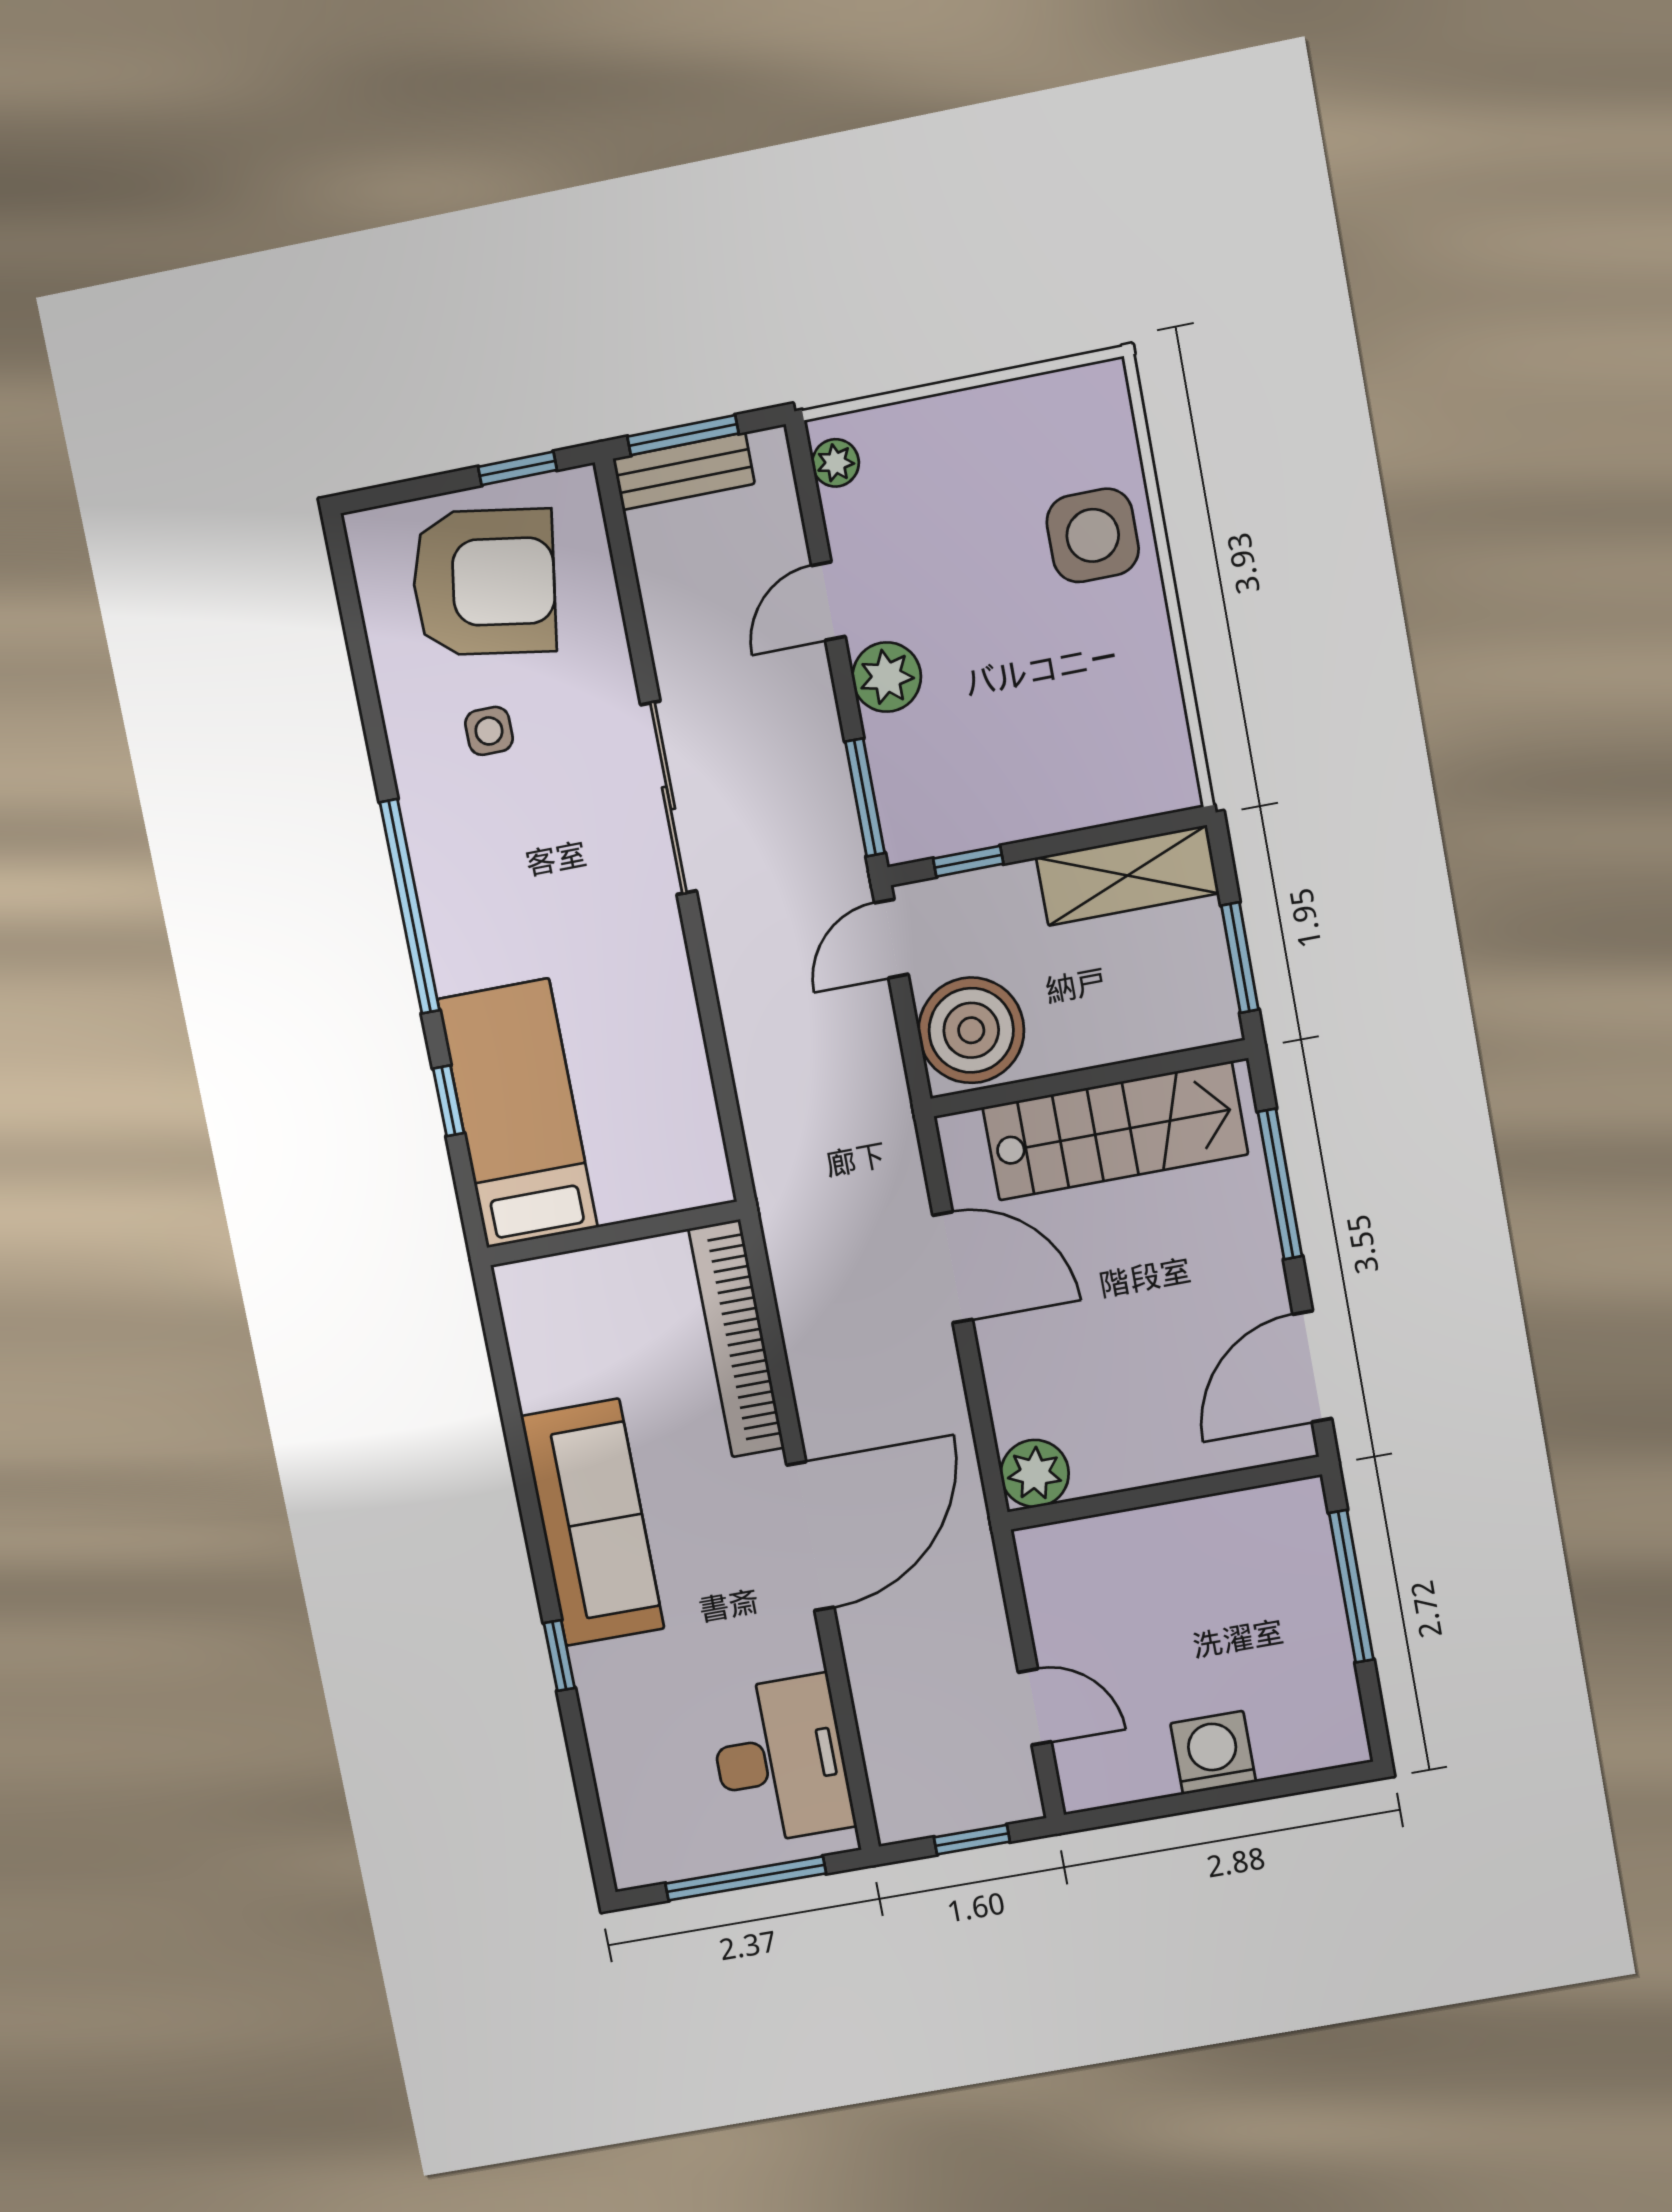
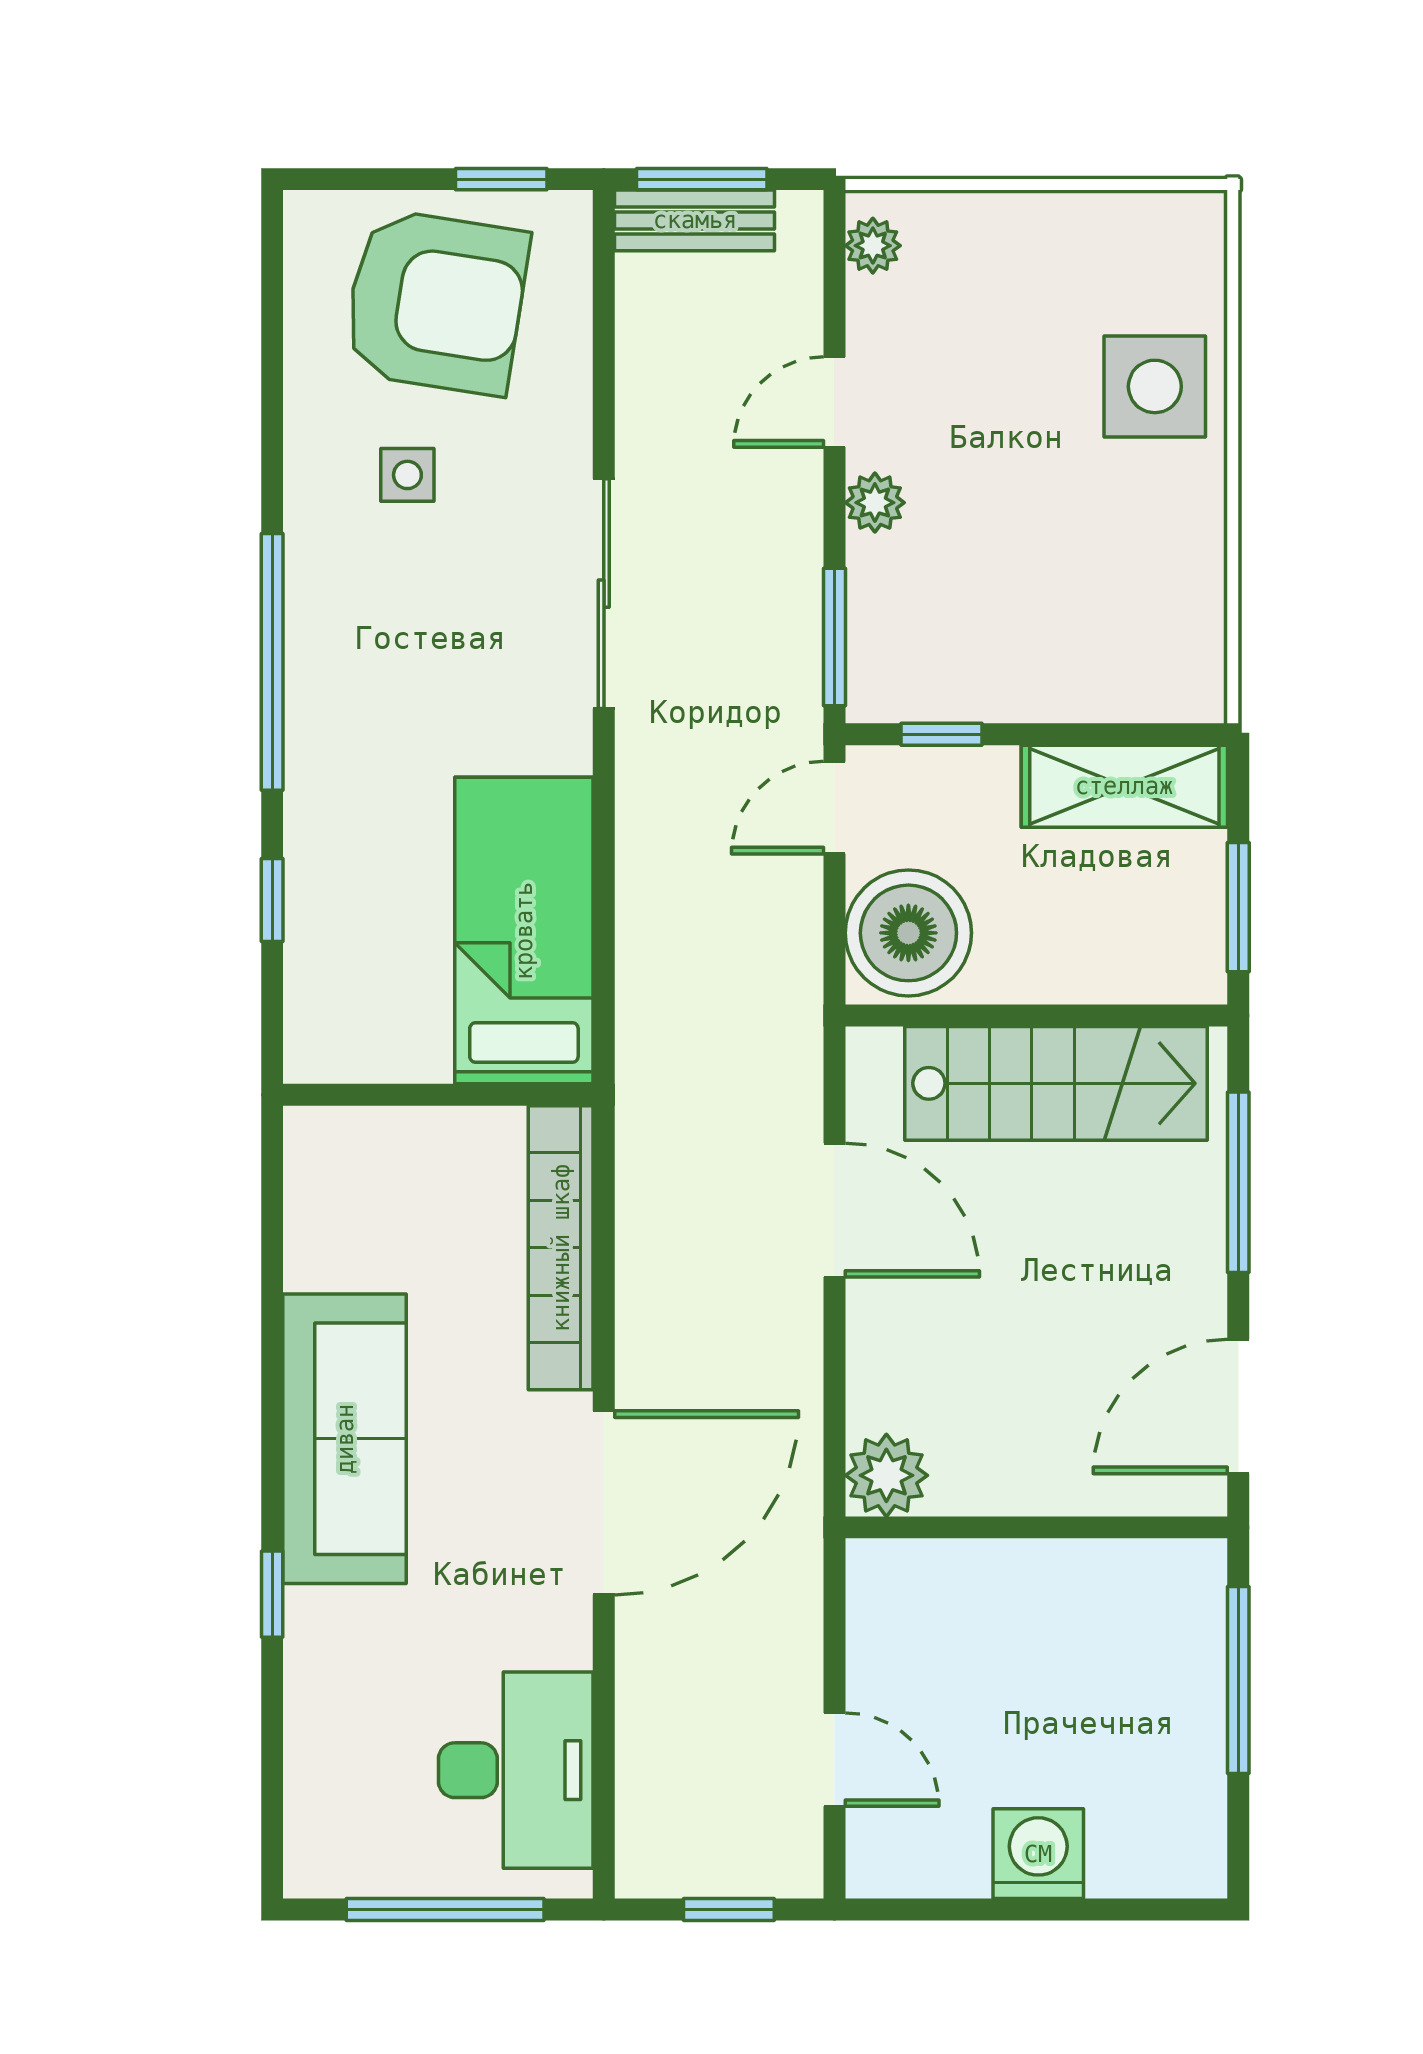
plant: (887, 677) -> (875, 503), width x0.73, depth x0.73
bed: (518, 1114) -> (524, 931), moved

